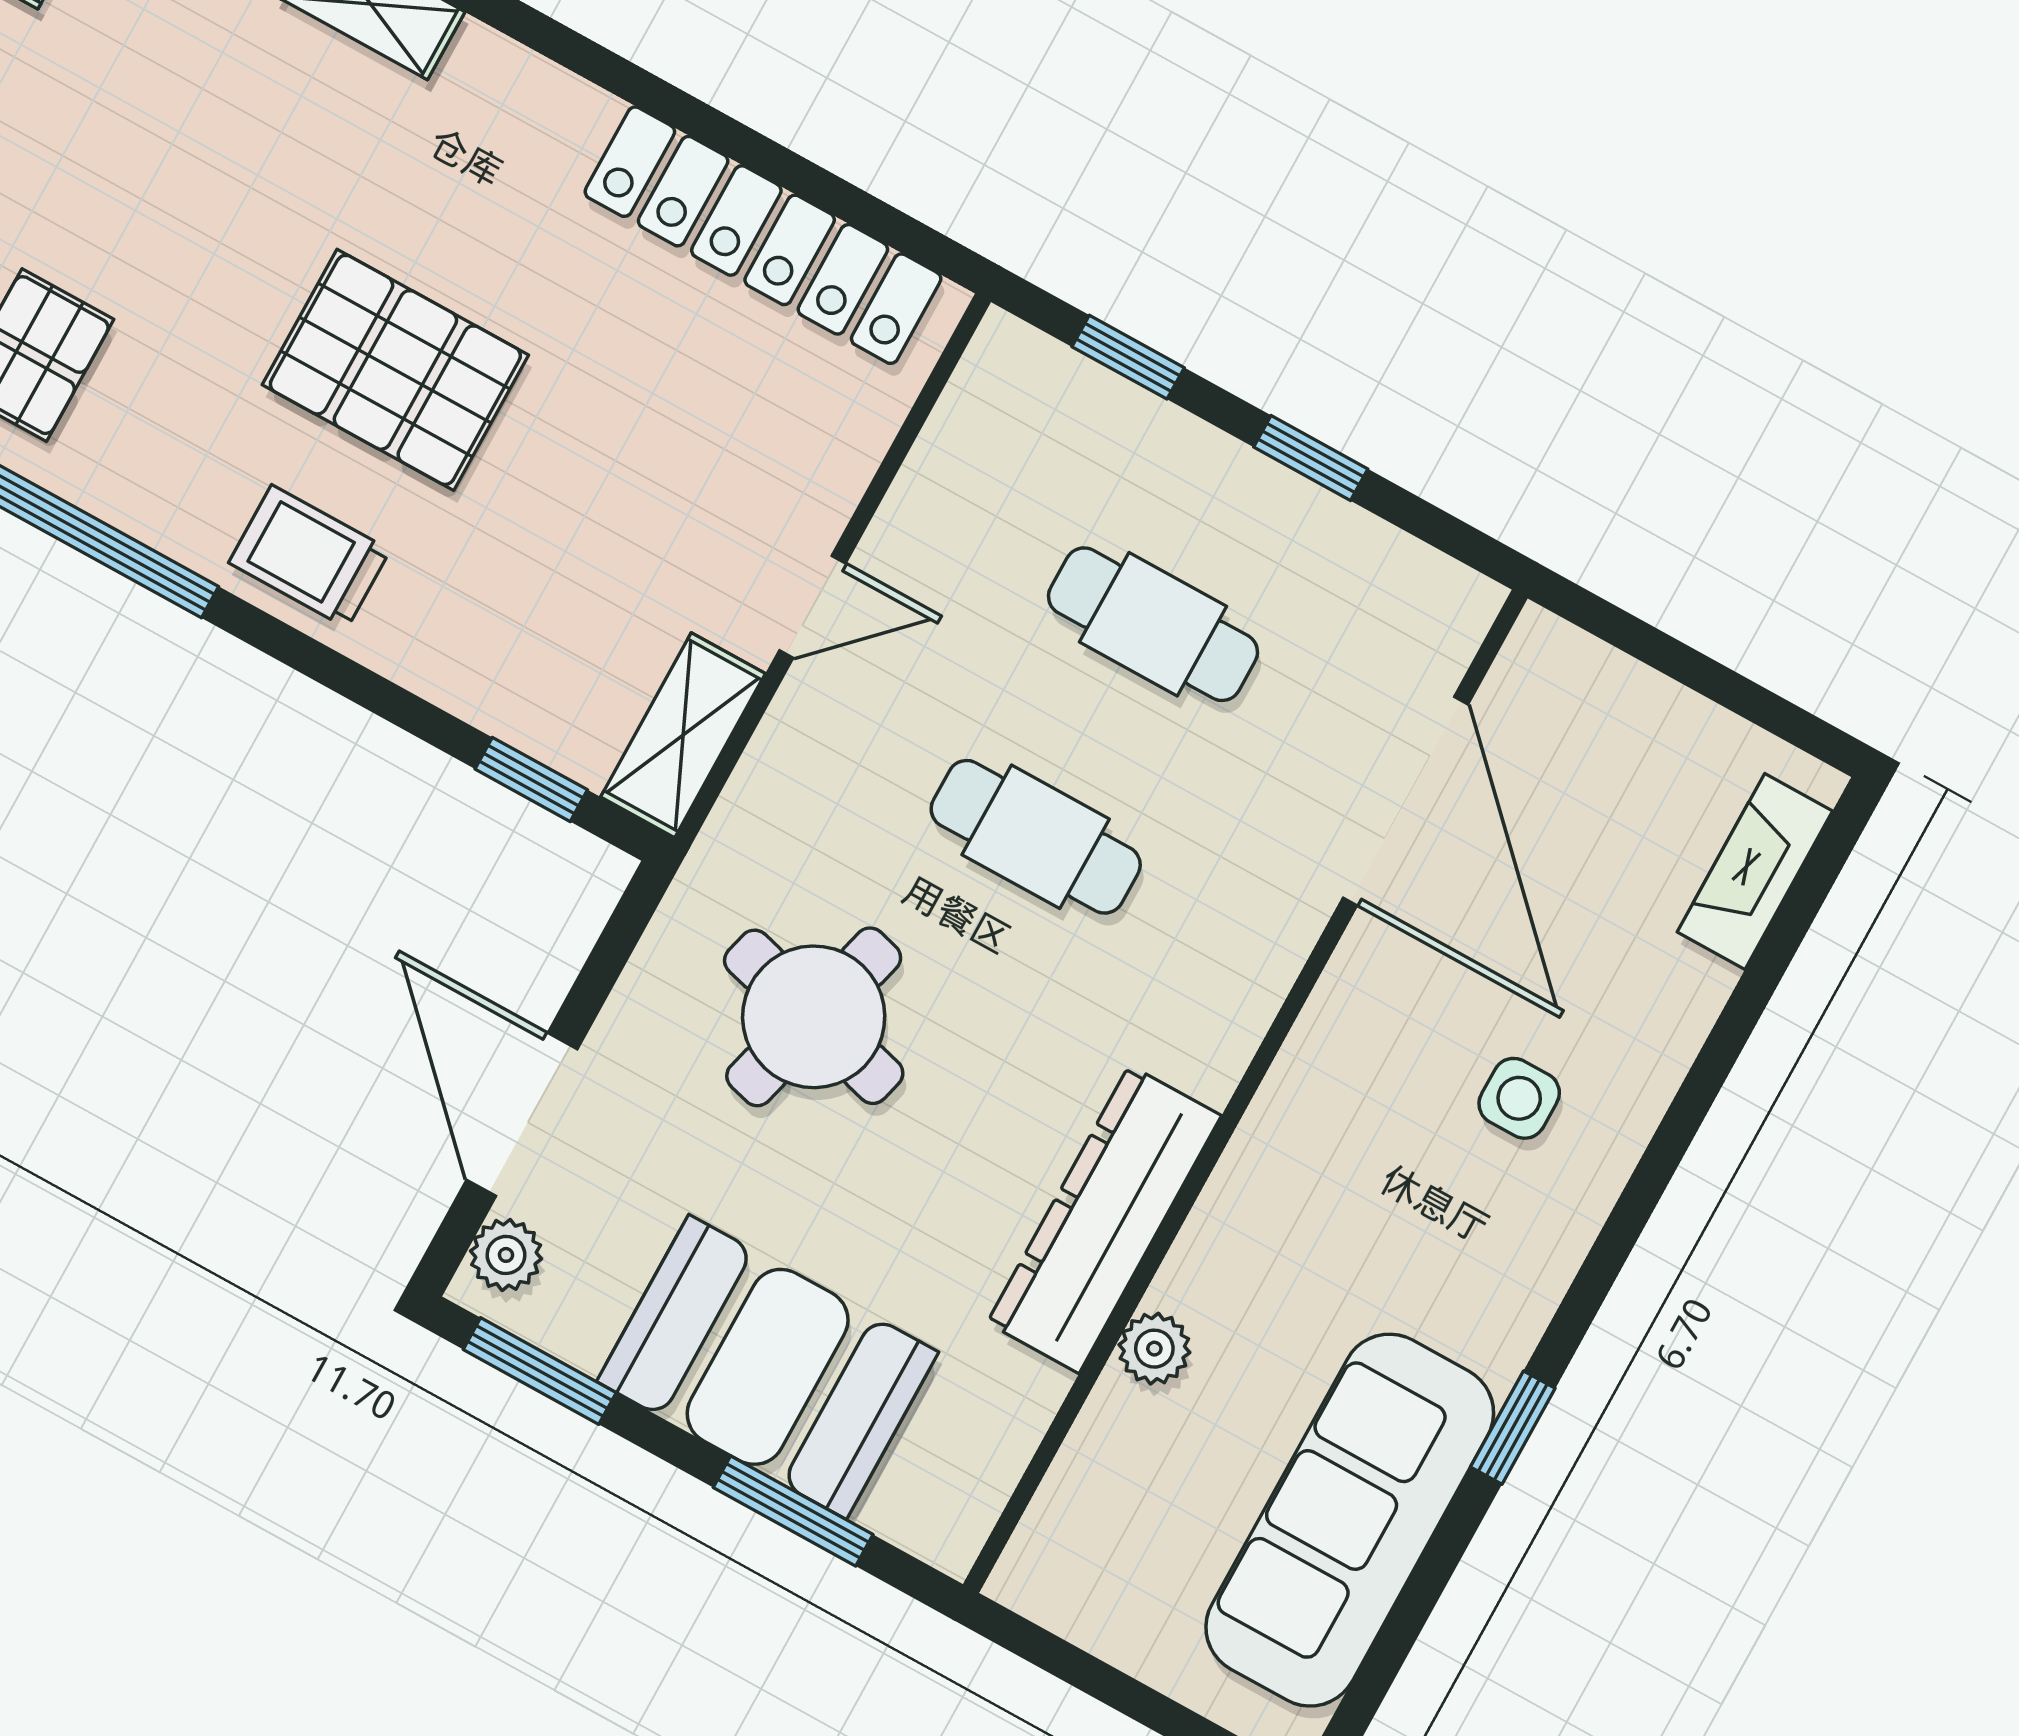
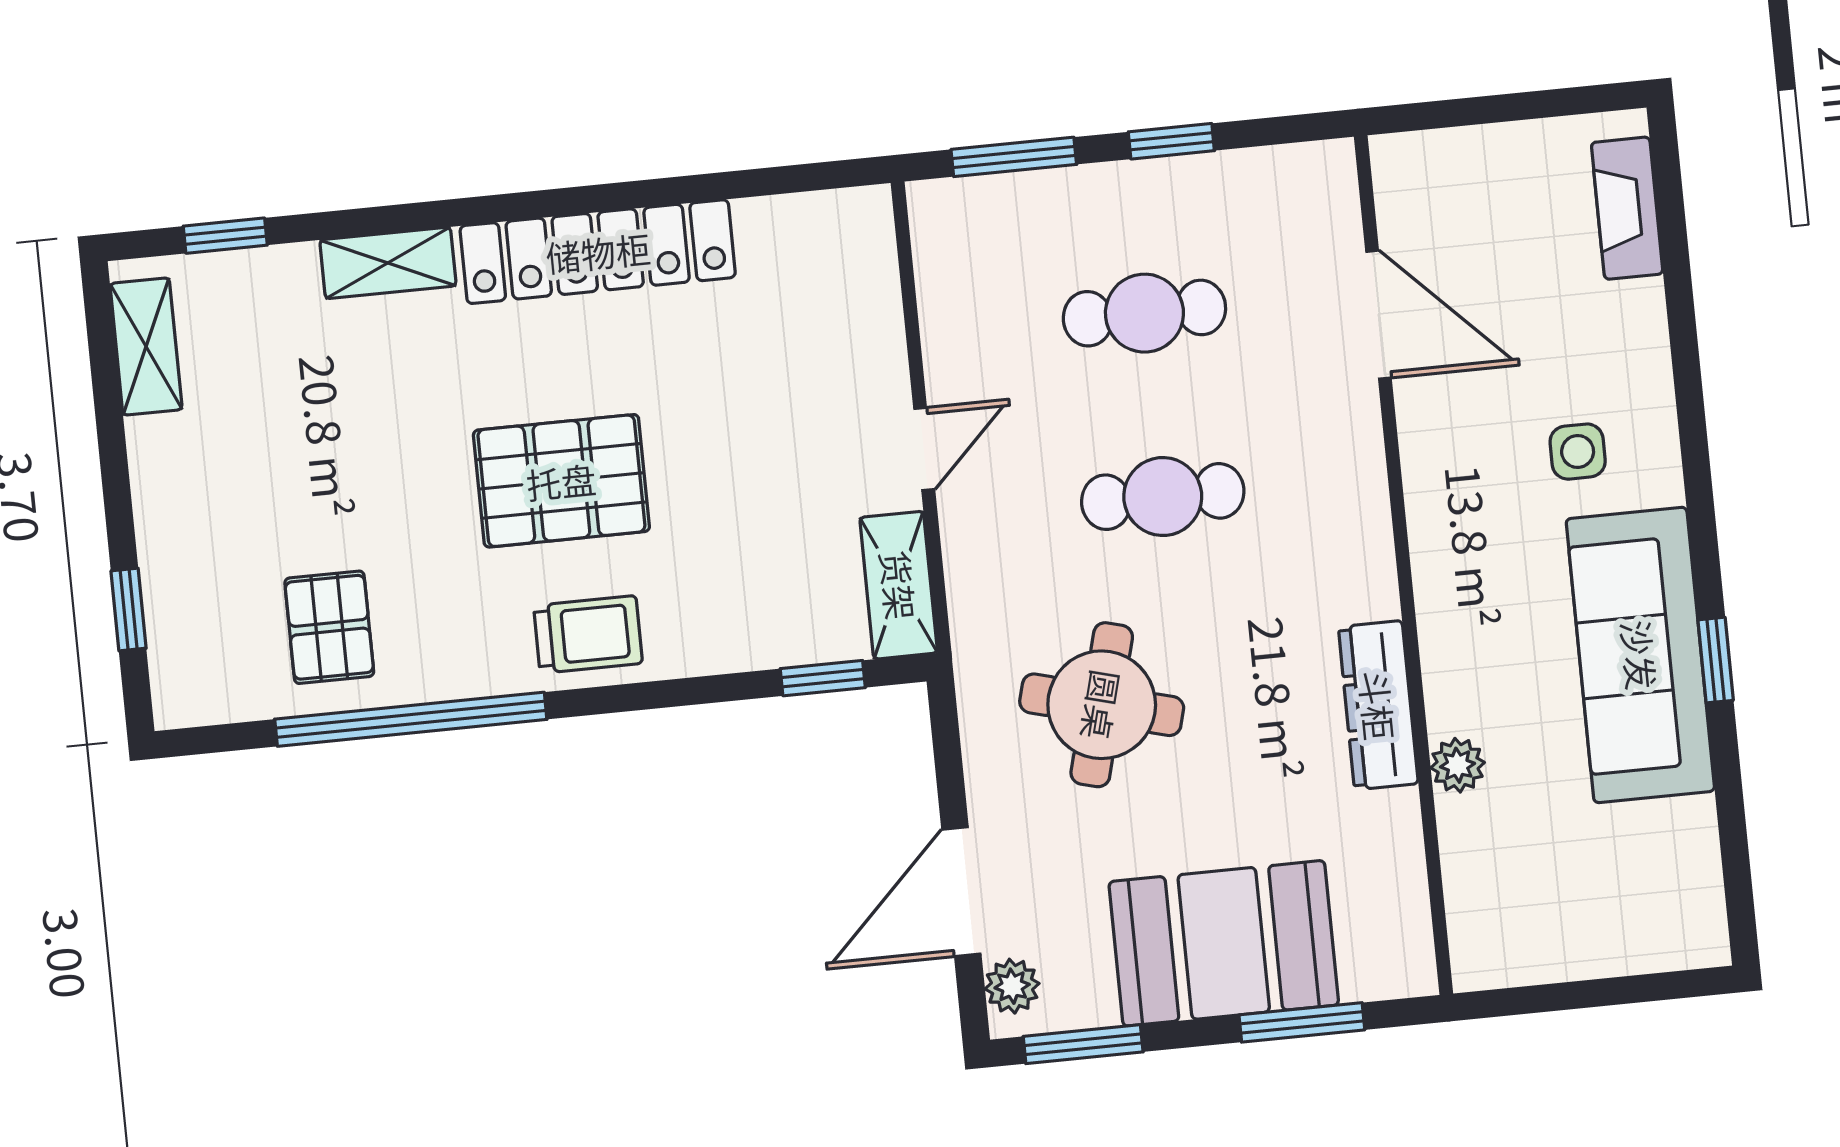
locker: (763, 235) -> (598, 252), moved
window: (1128, 357) -> (1014, 157), width x1.50
trolley: (309, 556) -> (588, 634), turned 180
door: (1406, 801) -> (1378, 315), width x0.73
door: (522, 1115) -> (961, 892), hinge flipped
dresser: (1104, 1219) -> (1378, 705), width x0.73, depth x0.80
sofa: (1350, 1520) -> (1640, 655), moved

